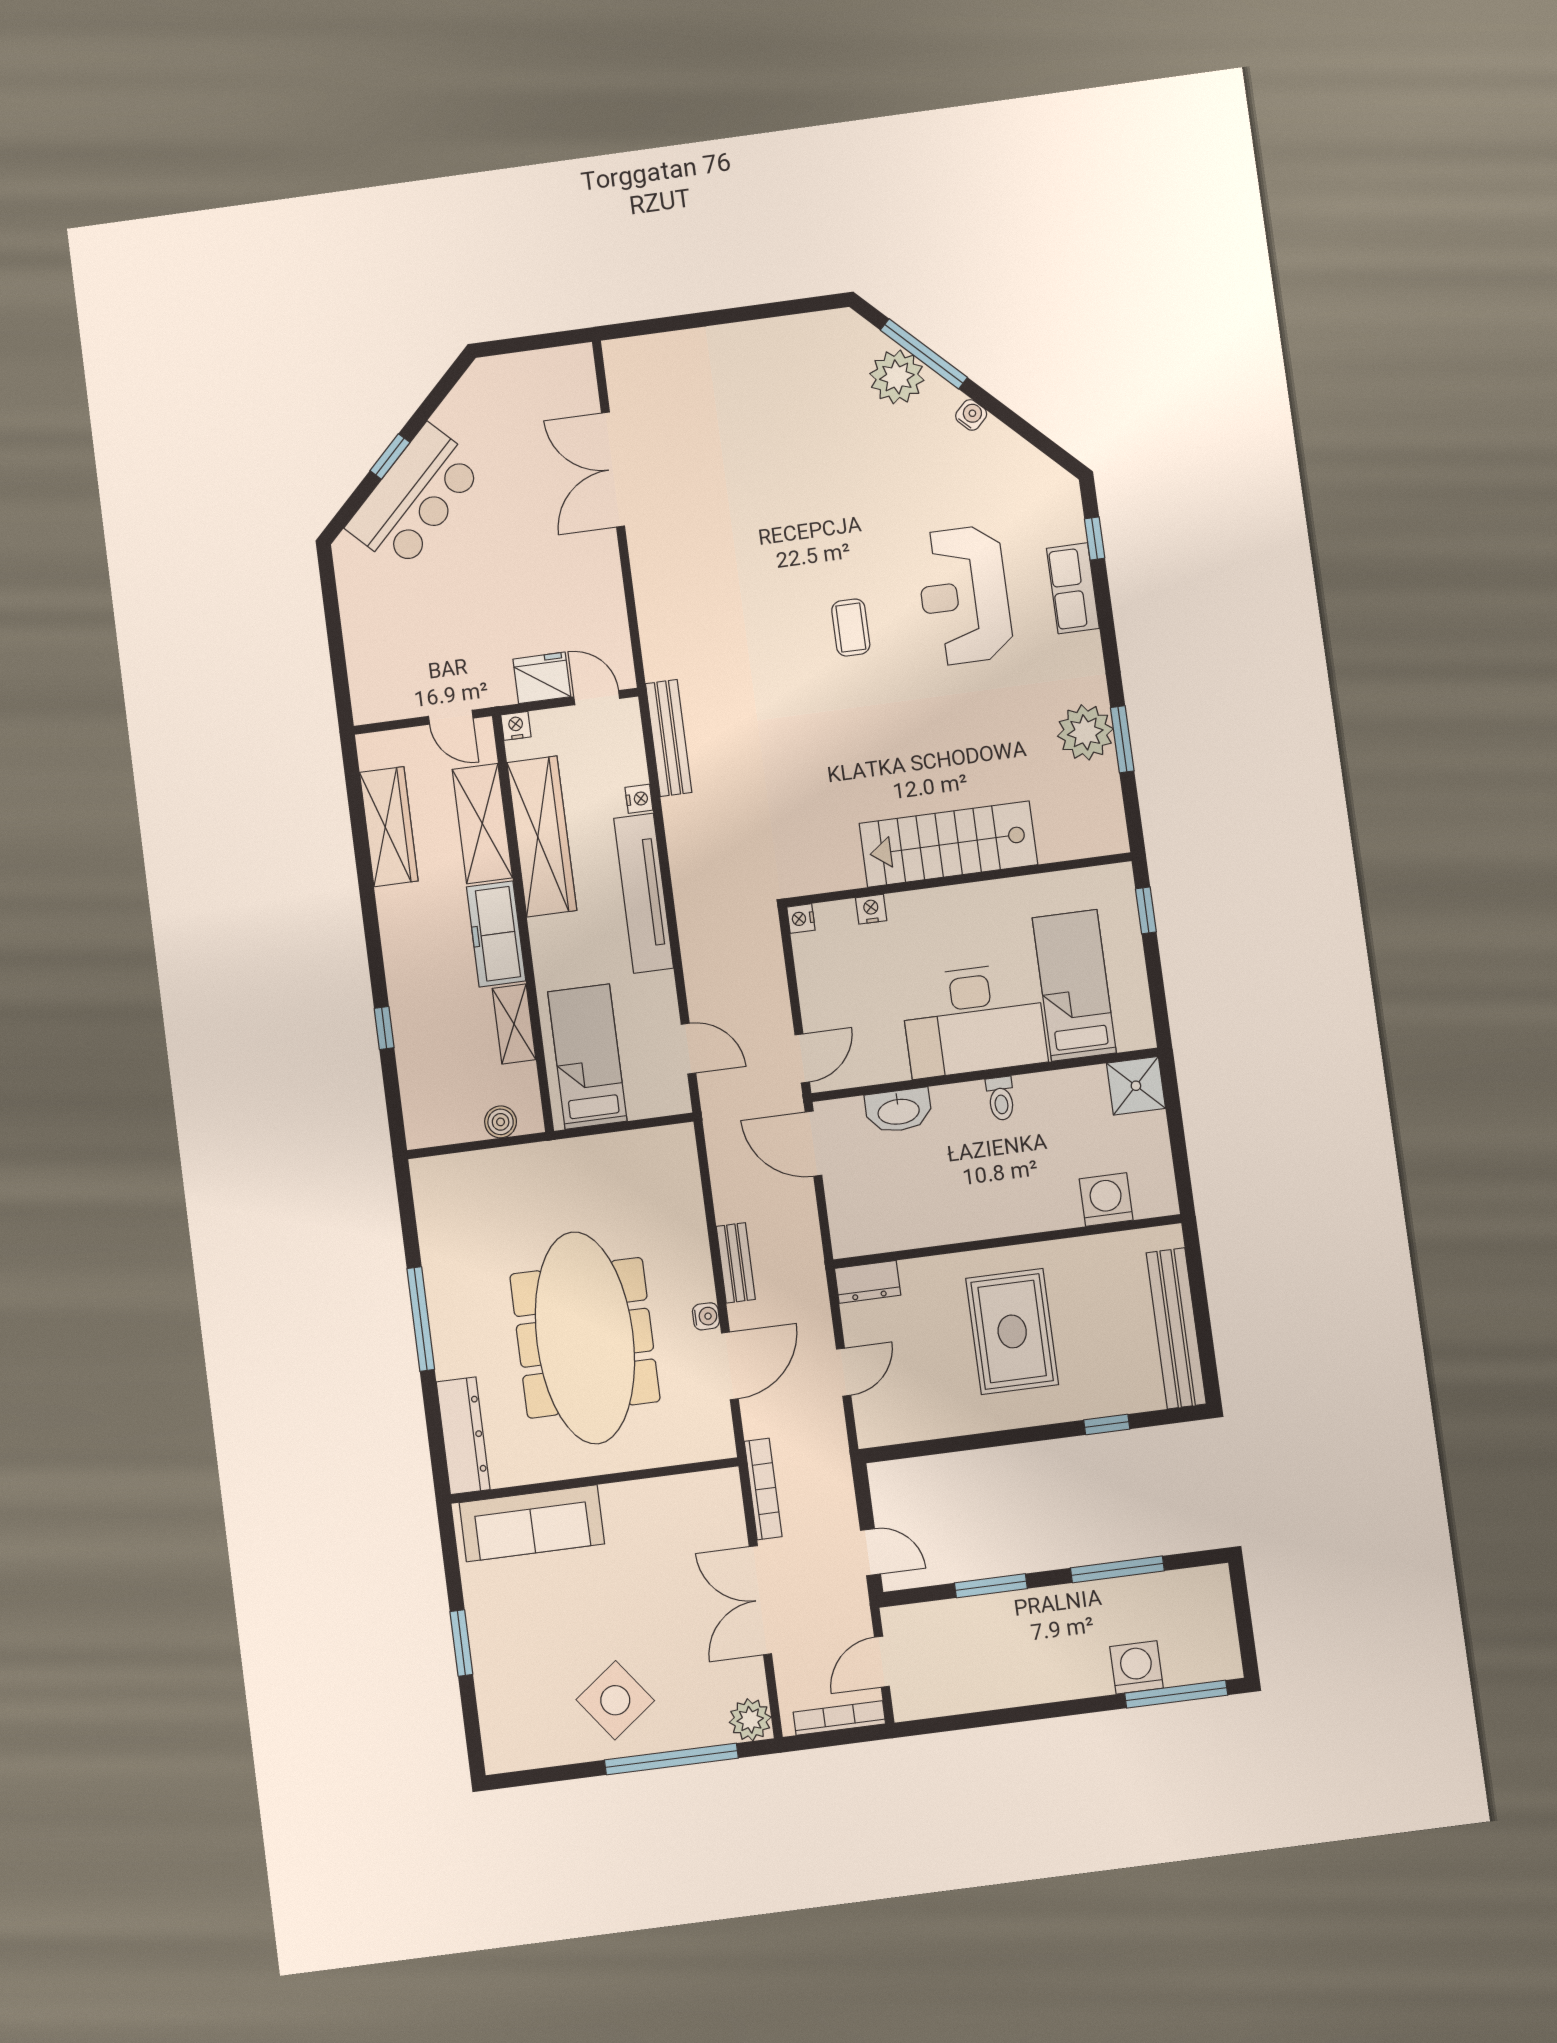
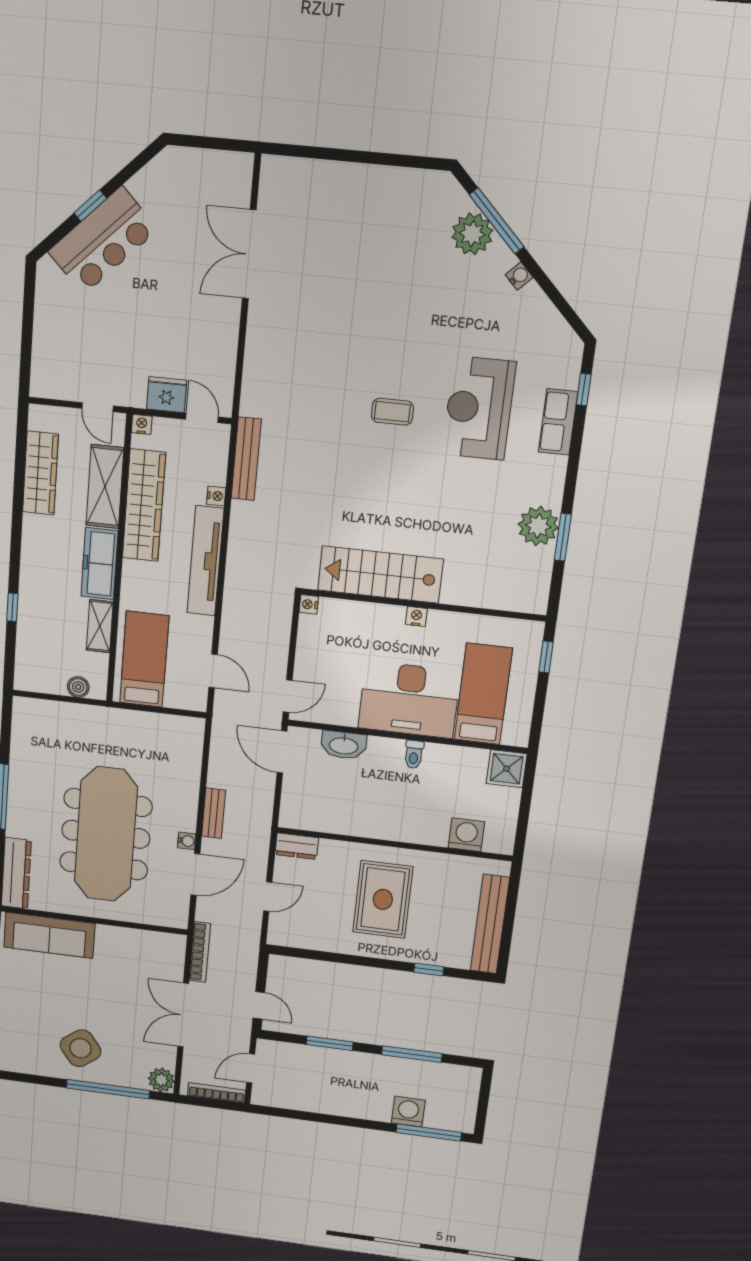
coffee table: (851, 628) -> (392, 412), turned 90
stairs: (948, 844) -> (380, 575), moved
nightstand: (871, 909) -> (416, 616), moved

